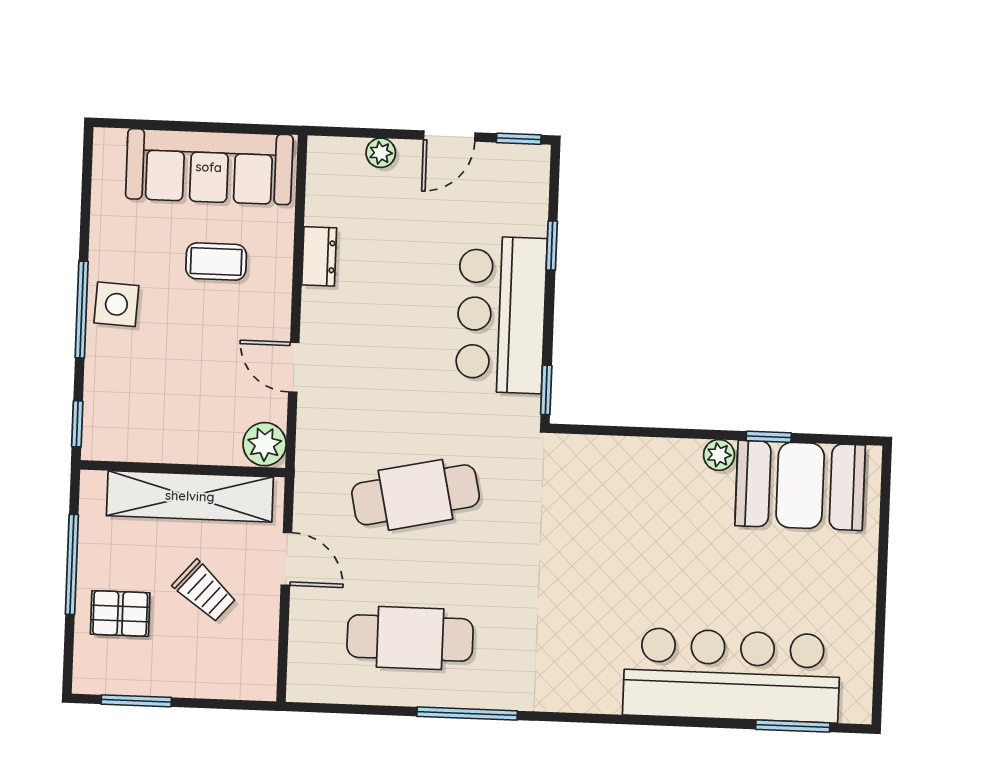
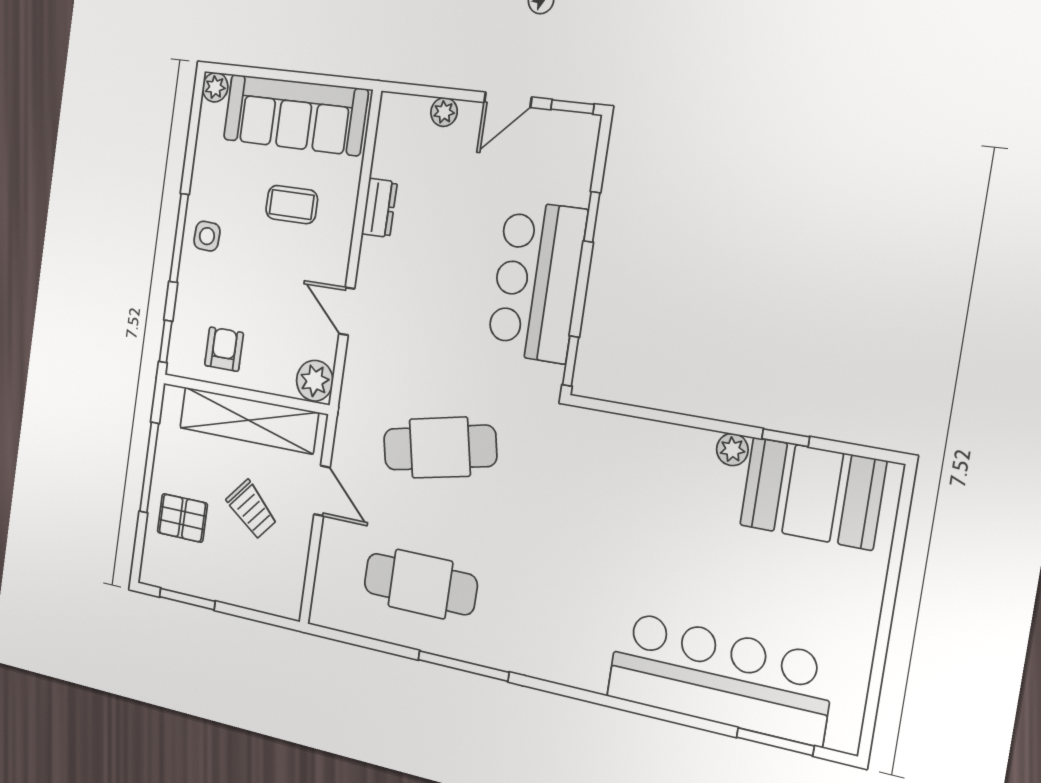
plant: (109, 143) -> (215, 87), added
side table: (116, 304) -> (207, 236), width x0.73, depth x0.73
armchair: (151, 424) -> (224, 349), added

